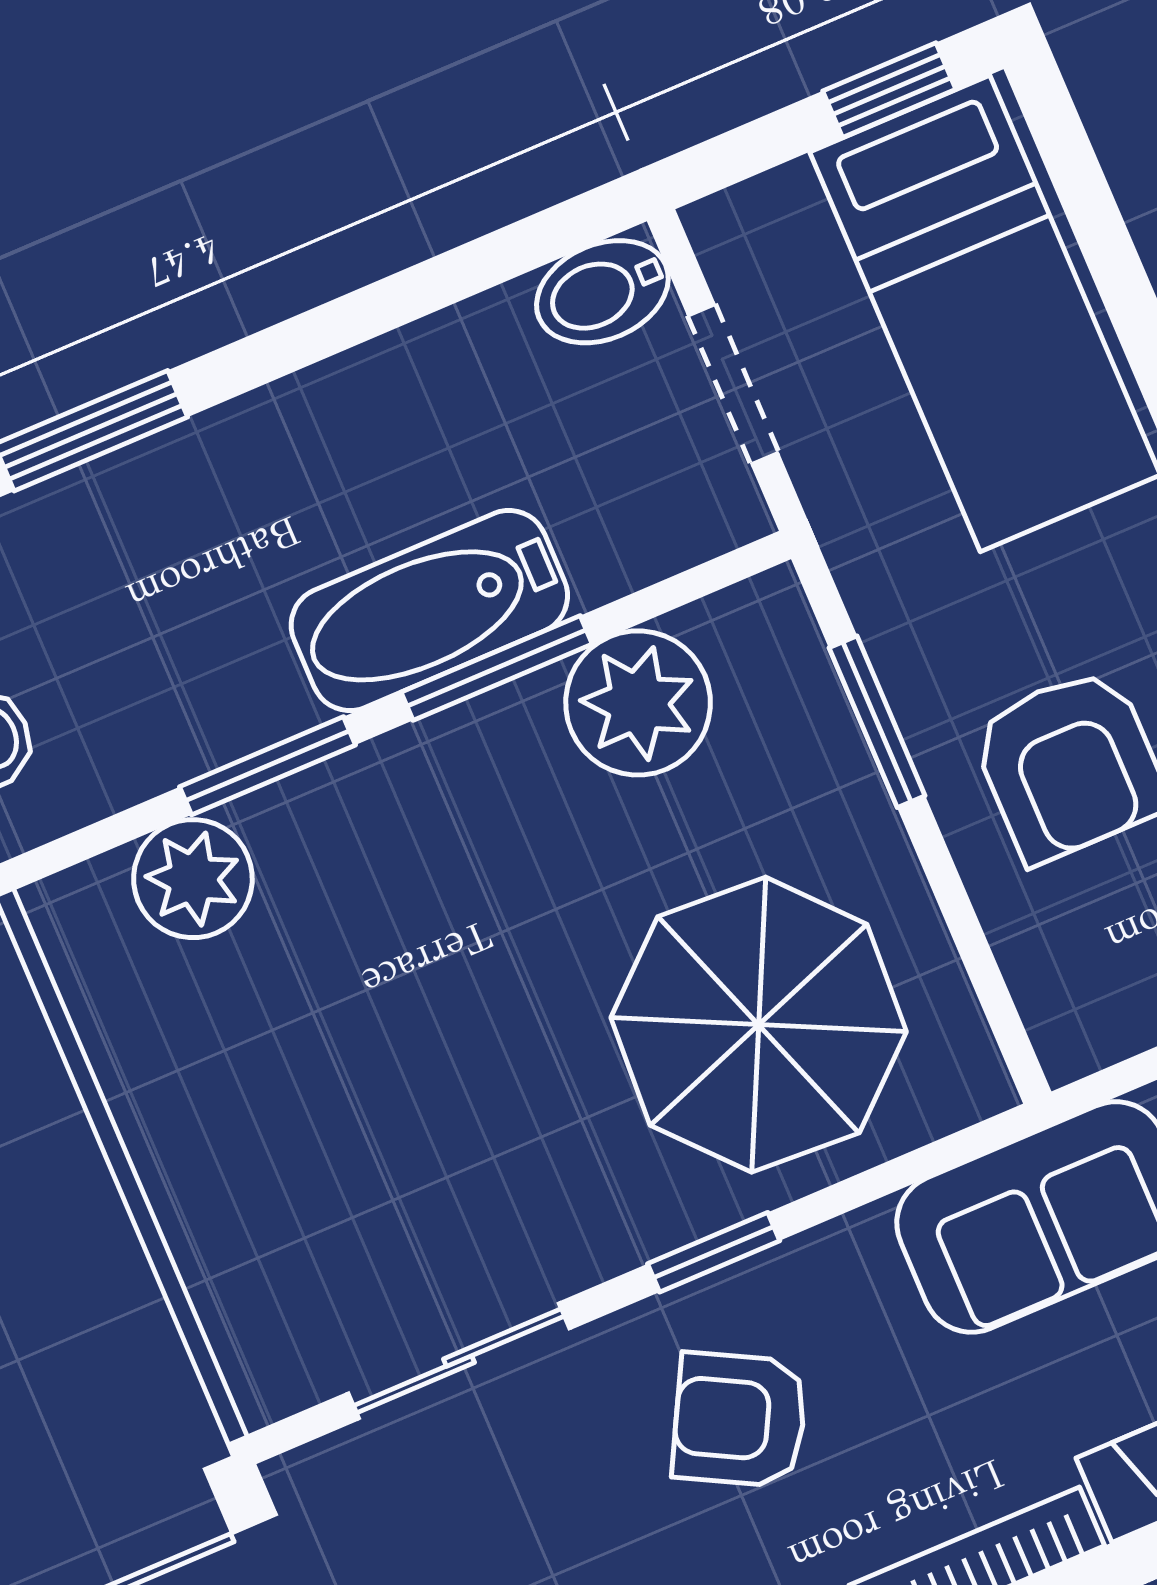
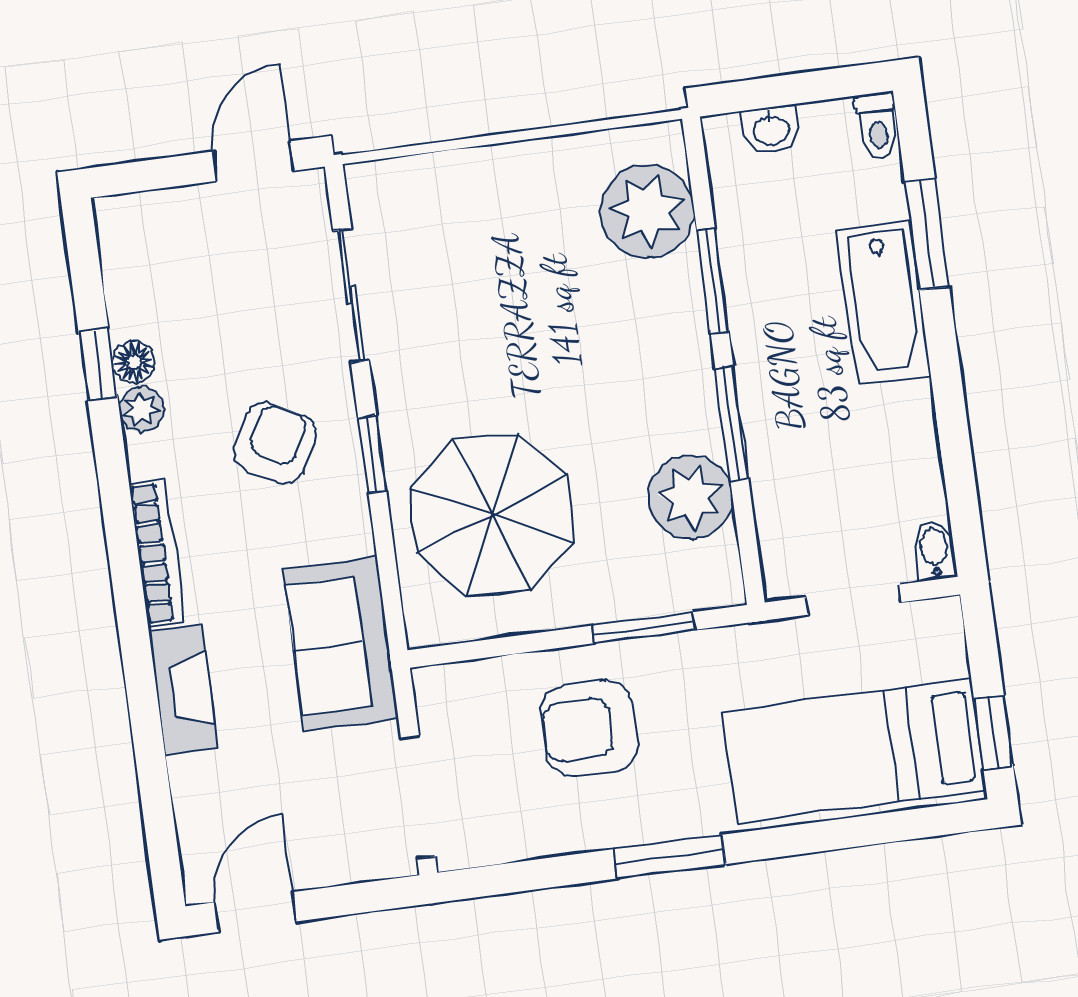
bidet: (602, 292) -> (934, 550), width x0.72, depth x0.74
bathtub: (429, 611) -> (884, 302), moved, turned 180
plant: (193, 879) -> (647, 211), width x1.36, depth x1.36

